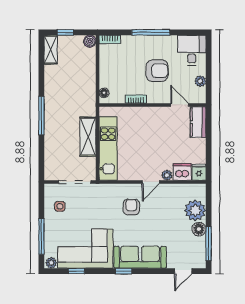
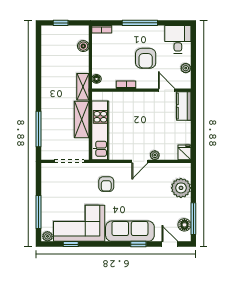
boiler: (90, 41) -> (83, 46), moved
shelving: (51, 50) -> (83, 87), moved
armchair: (157, 71) -> (146, 58), turned 90
window: (41, 116) -> (38, 129), moved
dishwasher: (182, 172) -> (169, 152), removed
side table: (60, 206) -> (56, 184), removed
armchair: (131, 207) -> (106, 184), moved, turned 180
floor lamp: (199, 229) -> (184, 225), moved
window: (124, 271) -> (138, 244), moved
door: (183, 271) -> (170, 244), swing flipped

